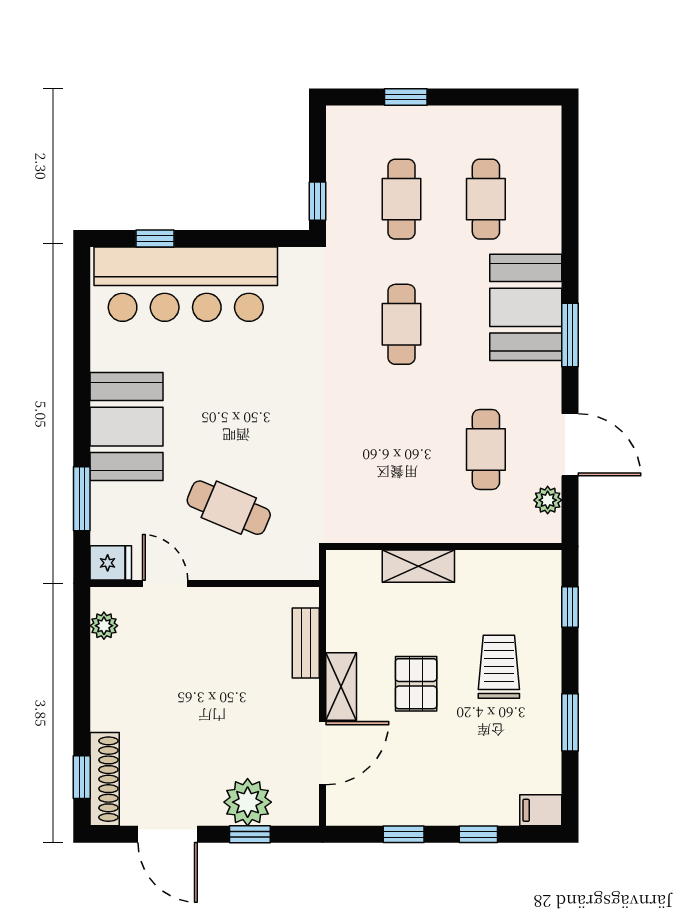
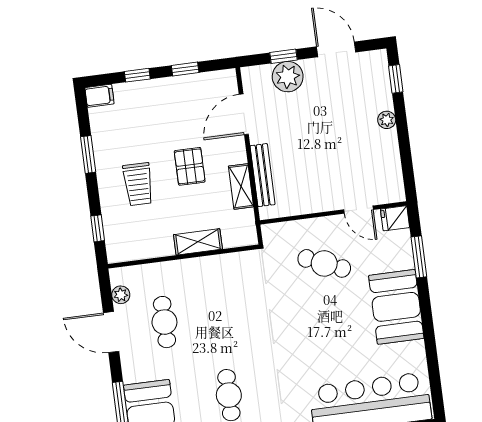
plant: (104, 626) -> (387, 120), moved
bench: (306, 643) -> (263, 175), width x1.36
shelving: (341, 686) -> (241, 186), moved
shoe rack: (105, 779) -> (381, 79), removed

